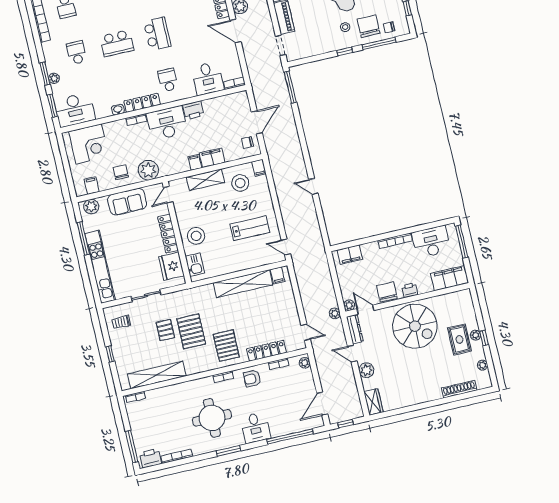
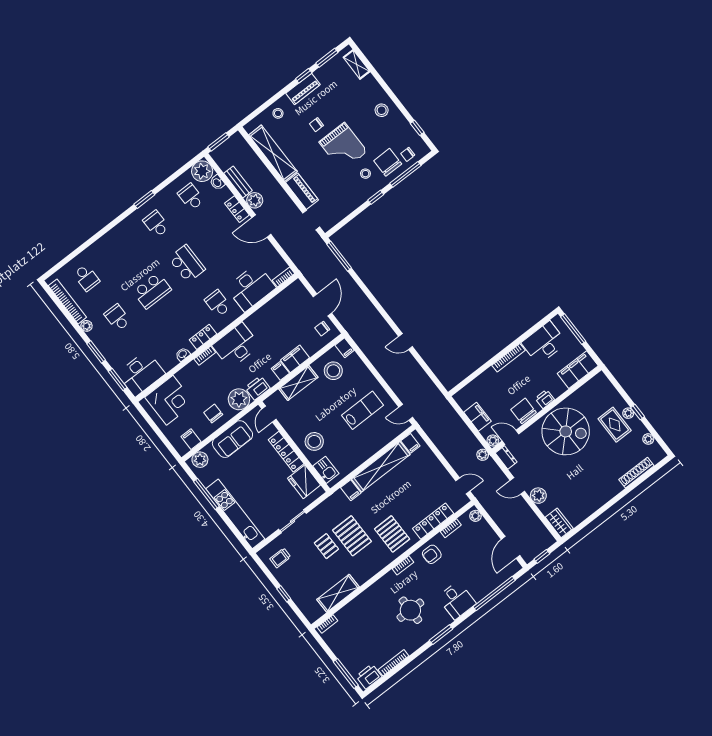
plant: (54, 78) -> (86, 326), moved
desk: (208, 78) -> (251, 288), width x1.37
locker: (142, 103) -> (203, 337), width x0.66
printer: (193, 110) -> (257, 388), moved, turned 180
filing cabinet: (350, 255) -> (477, 417), moved, turned -90
filing cabinet: (208, 292) -> (351, 490), added
dresser: (355, 329) -> (506, 457), width x0.70
shelving: (157, 375) -> (338, 593), width x0.68
round table: (212, 418) -> (410, 610), width x0.73, depth x0.73

